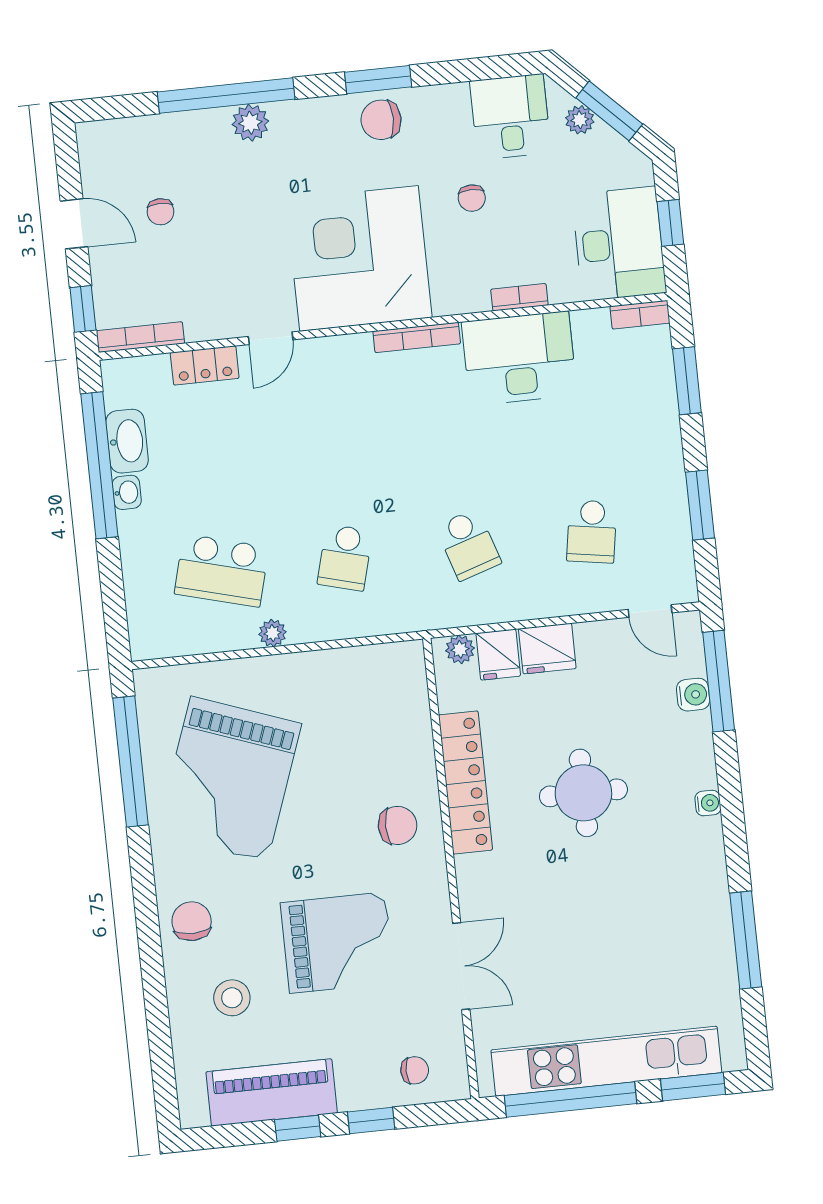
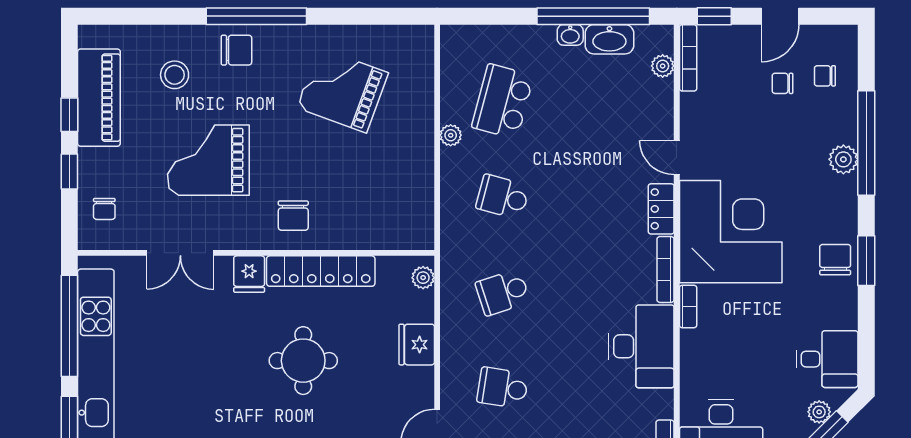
chair: (472, 198) -> (825, 76), moved
bookcase: (519, 297) -> (688, 306), moved
locker: (205, 365) -> (661, 209), moved
plant: (154, 369) -> (663, 66), added
fridge: (498, 655) -> (249, 274), moved, turned -90
window: (131, 761) -> (256, 16), moved
grand piano: (229, 779) -> (342, 90), width x0.73, depth x0.68
grand piano: (338, 943) -> (208, 160), turned 90

